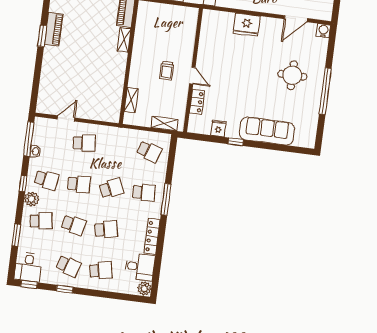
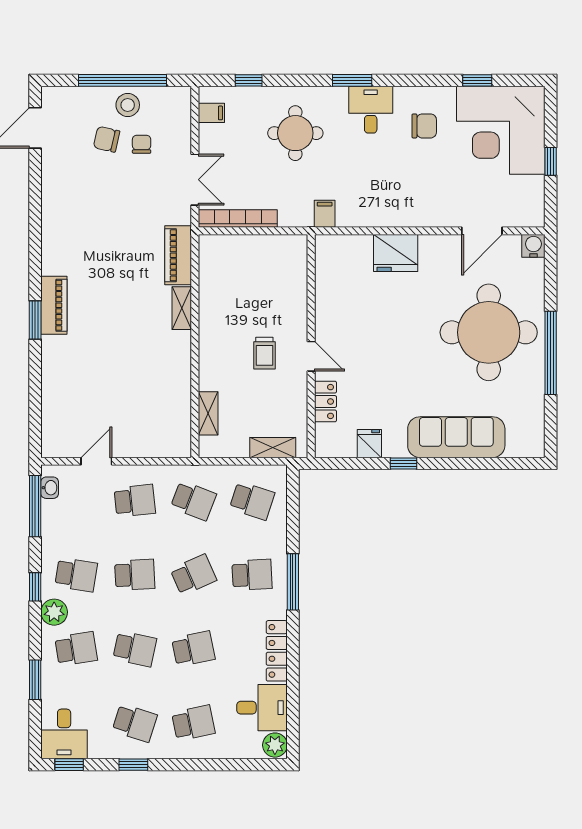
round table: (292, 75) -> (489, 332), width x1.86, depth x1.86
school desk: (117, 147) -> (193, 501), added
washbasin: (35, 151) -> (50, 488), moved

